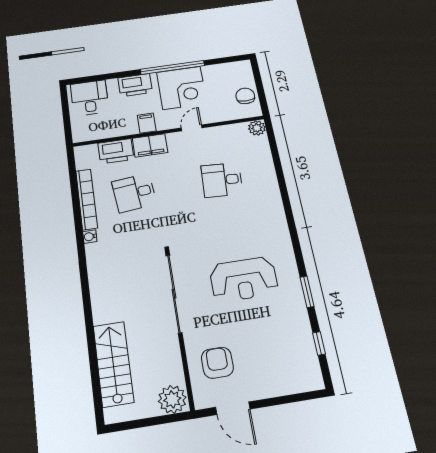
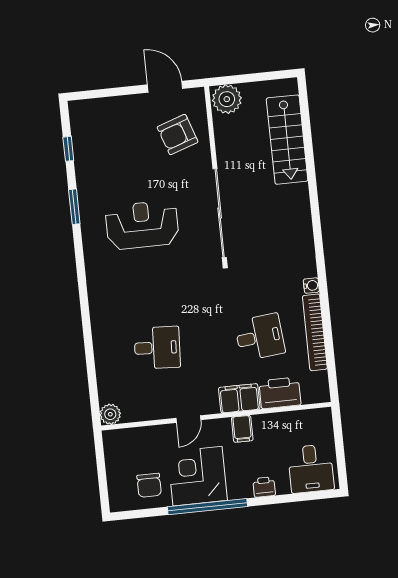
printer: (135, 85) -> (264, 487), width x0.53, depth x0.68
chair: (245, 96) -> (149, 485), moved
armchair: (217, 363) -> (178, 134), turned 71

